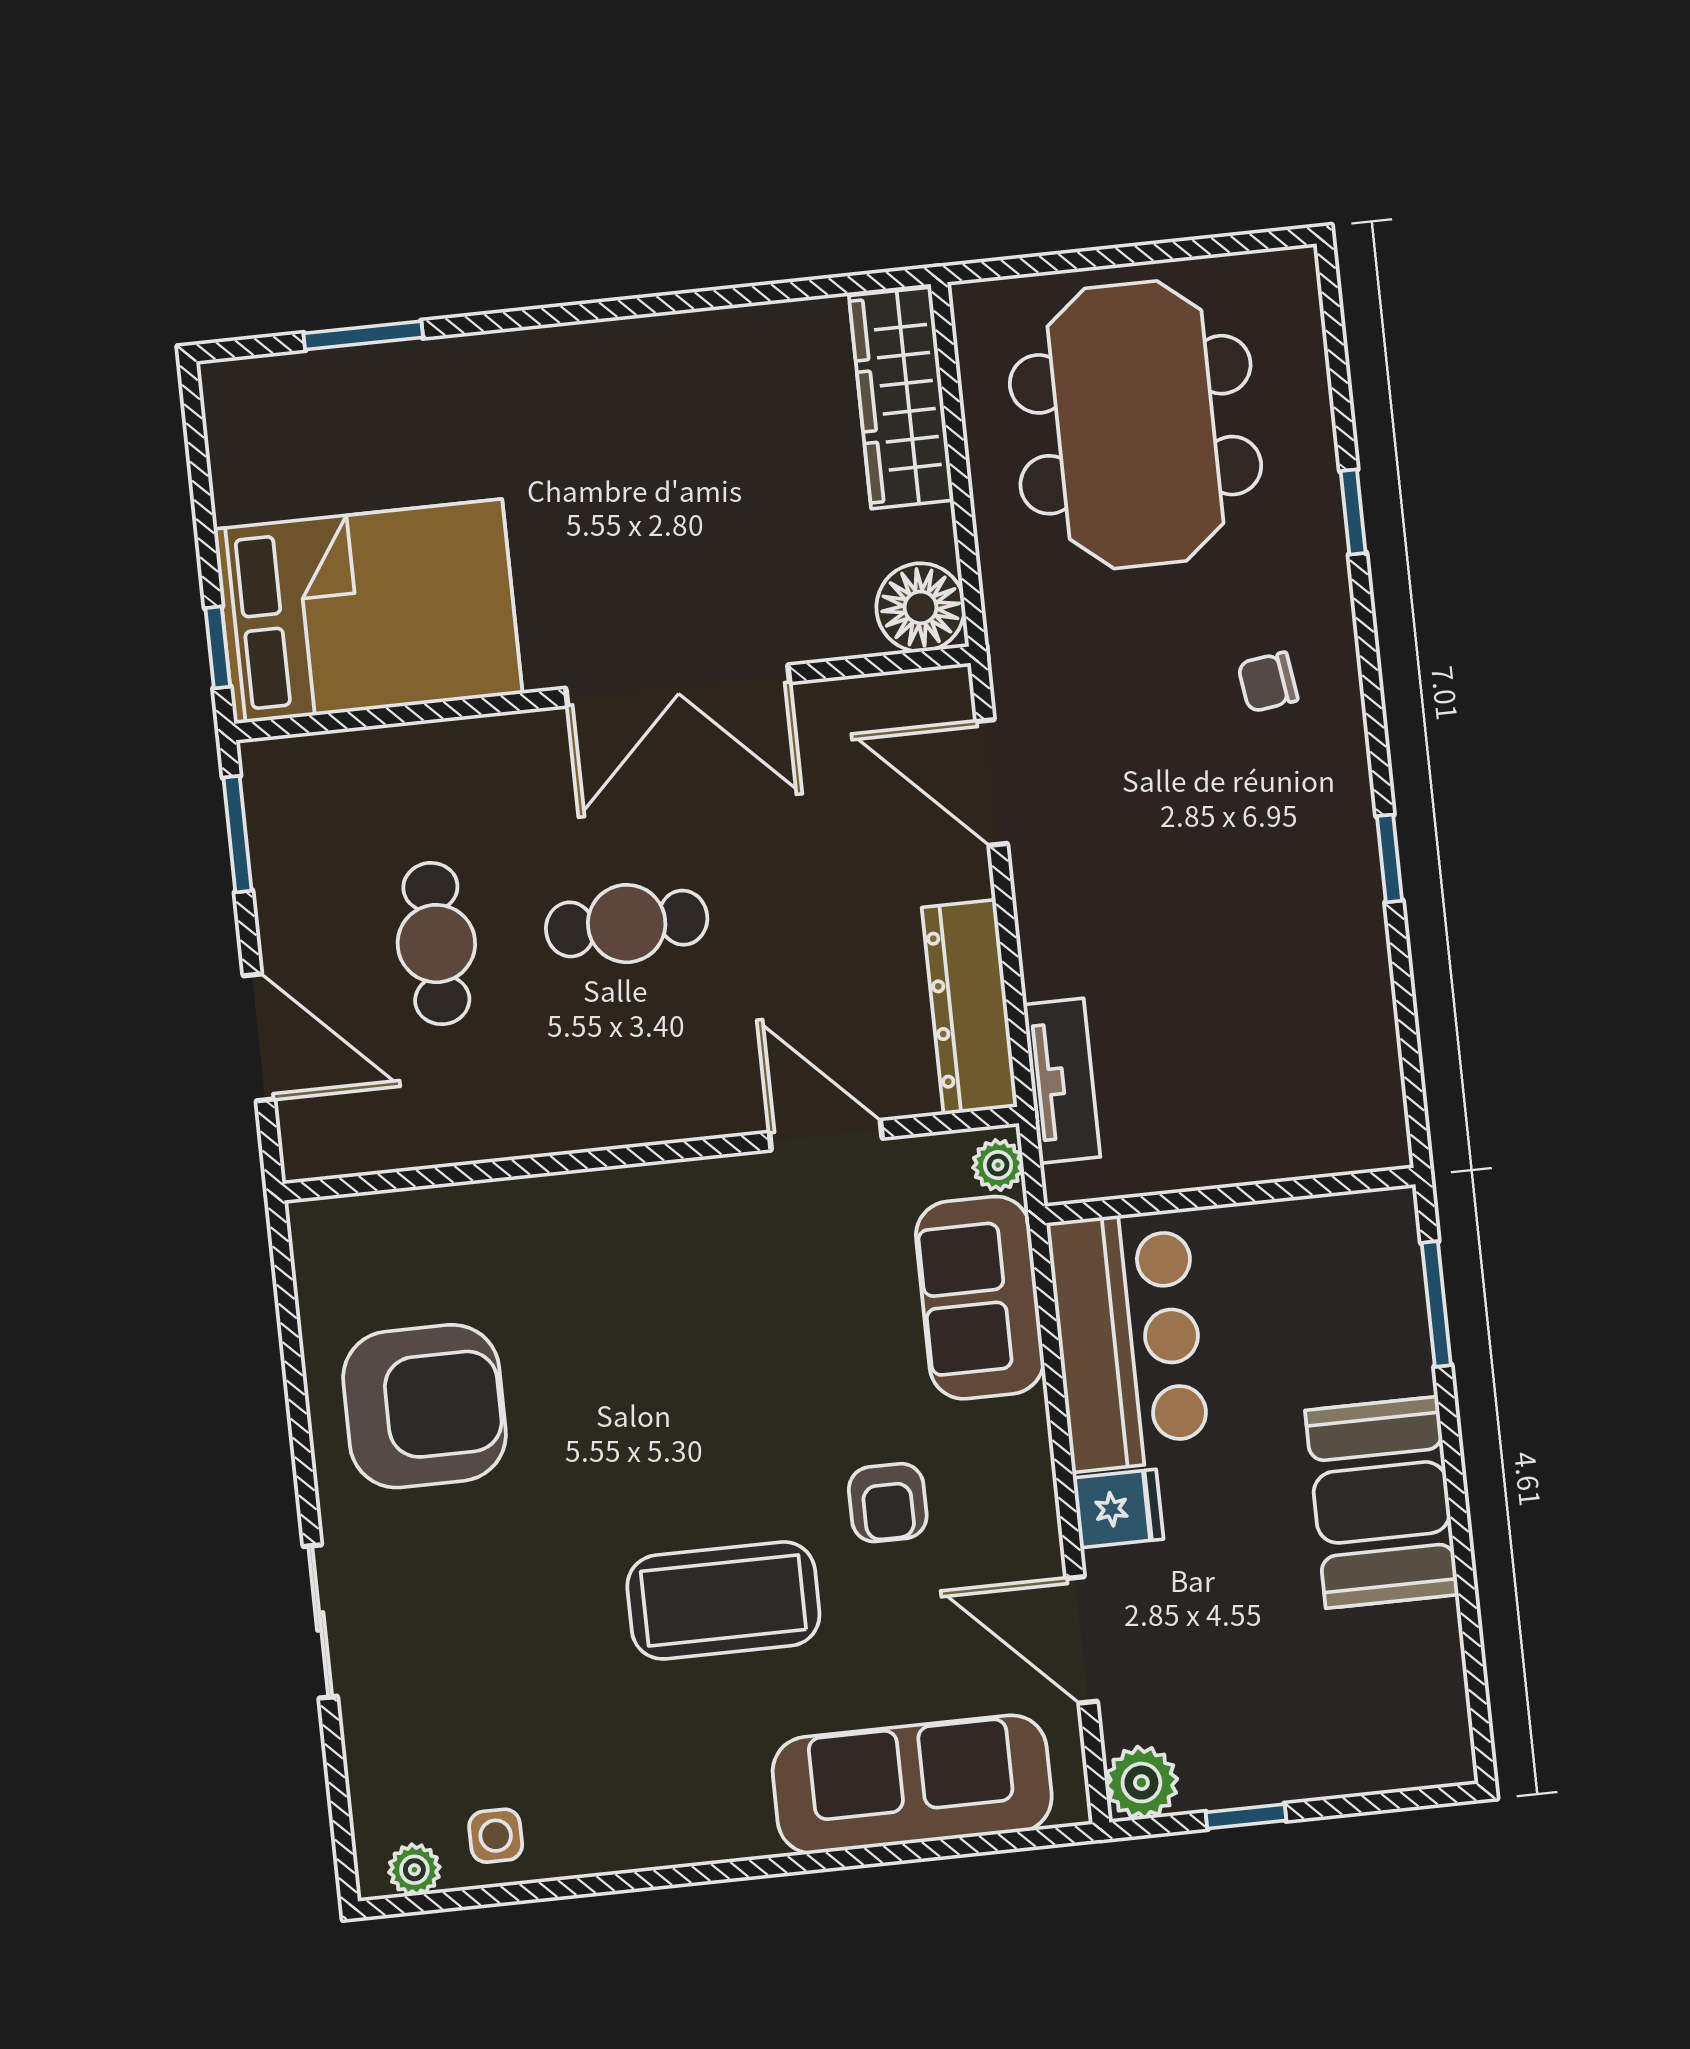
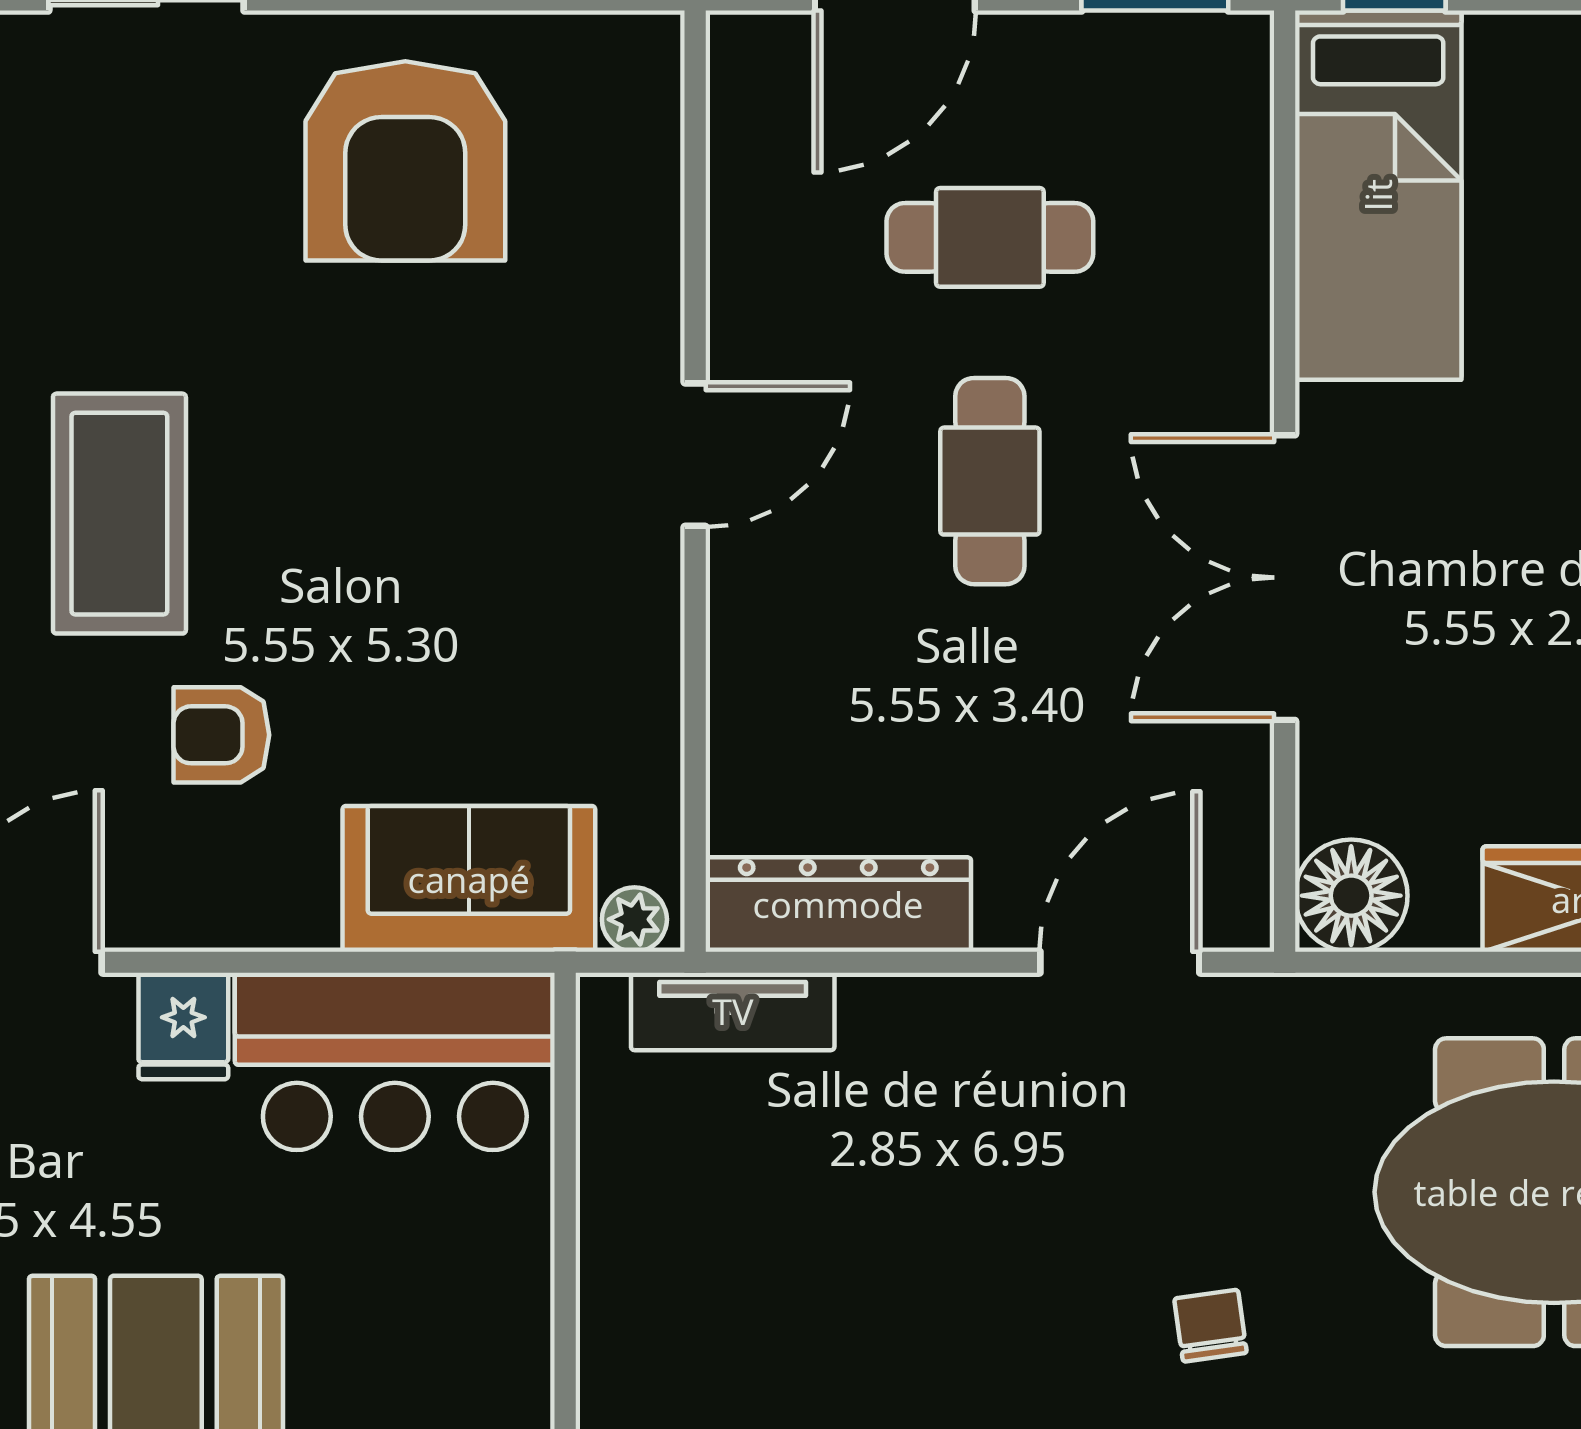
bed: (368, 611) -> (1378, 195), width x0.67
door: (826, 1135) -> (695, 455), moved

